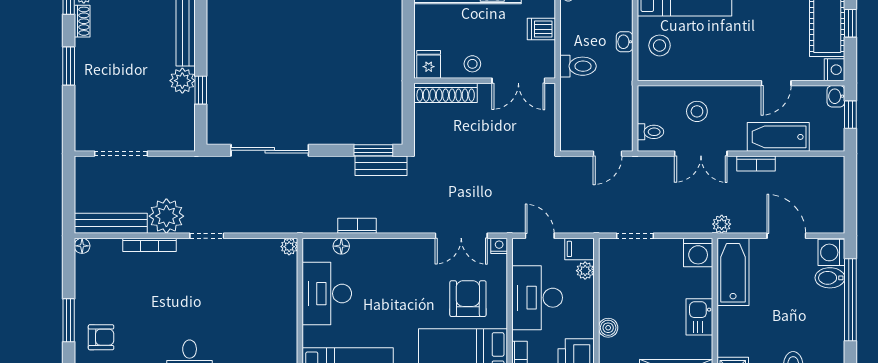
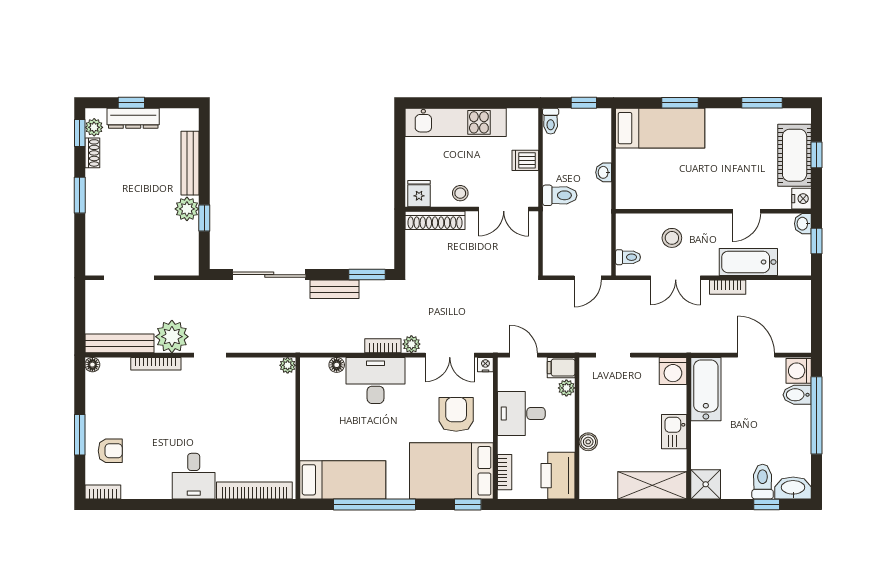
stool: (660, 45) -> (637, 176), removed
bench: (381, 166) -> (335, 289), moved
plant: (722, 224) -> (411, 344), moved
bookcase: (357, 226) -> (383, 346), moved
desk: (327, 294) -> (375, 380), moved, turned 90
desk: (537, 298) -> (521, 414), width x0.73

